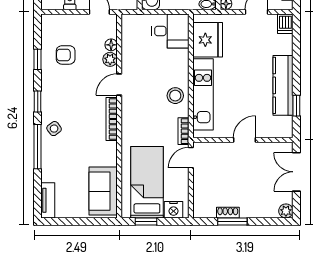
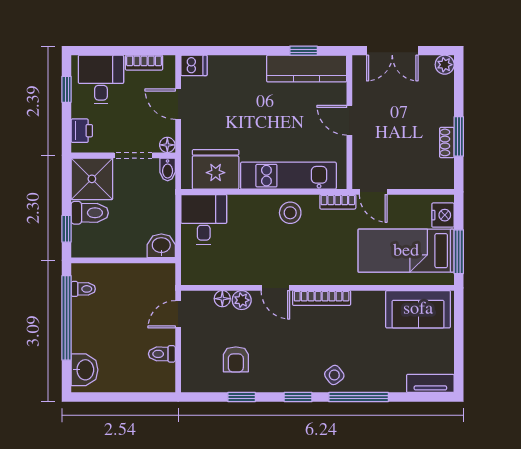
kitchen counter: (283, 85) -> (307, 69), moved
window: (146, 221) -> (459, 252), width x1.50

